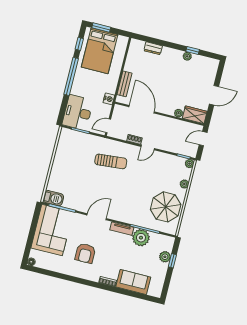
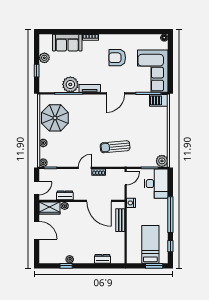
bed: (100, 51) -> (150, 244), width x0.67
door: (214, 95) -> (37, 230), swing flipped
dresser: (176, 124) -> (65, 195), added
plant: (66, 134) -> (162, 161), added
armchair: (85, 253) -> (117, 58), turned -90
plant: (165, 257) -> (44, 58), moved

